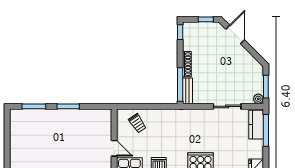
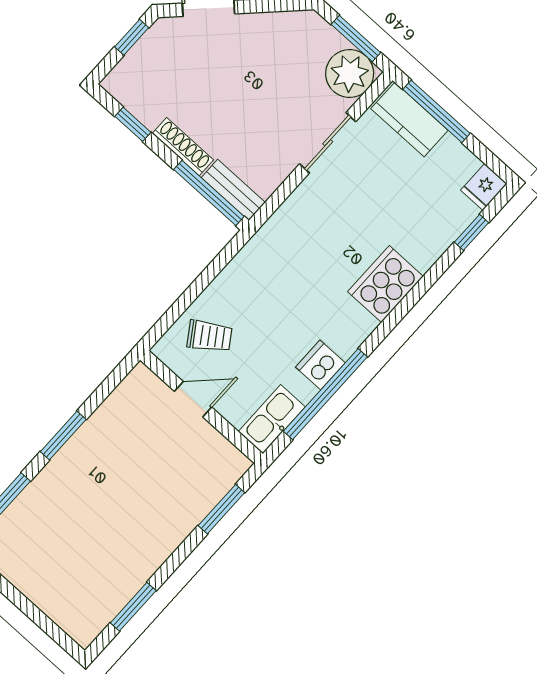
window: (180, 32) -> (133, 124), moved
plant: (258, 99) -> (350, 74), width x1.87, depth x1.87
door: (114, 148) -> (193, 399), moved

